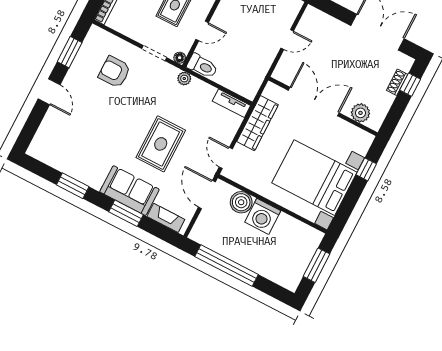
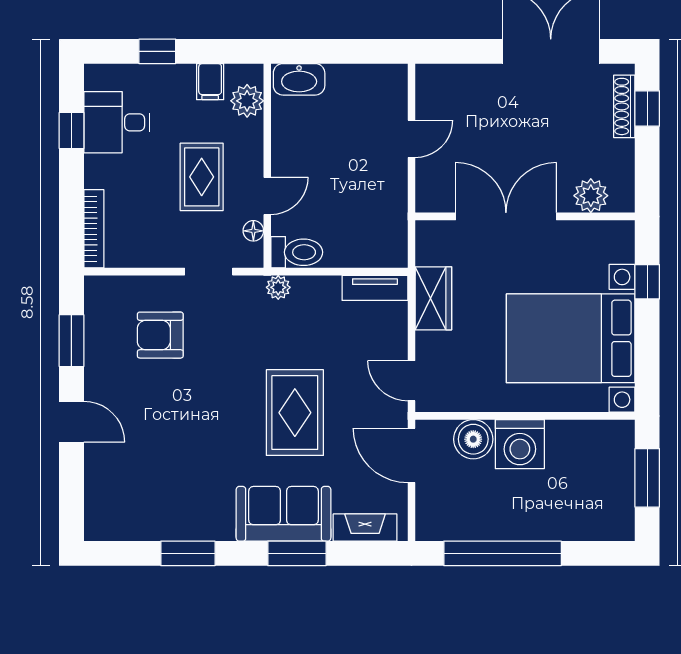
floor lamp: (180, 58) -> (253, 231), moved
shoe rack: (397, 82) -> (624, 106), width x1.43
wardrobe: (257, 123) -> (433, 298), width x0.67

